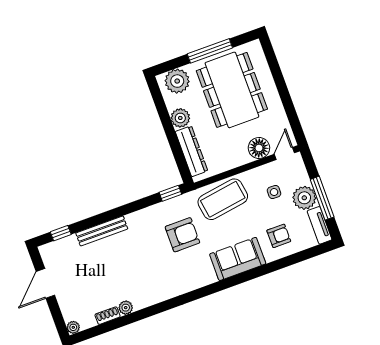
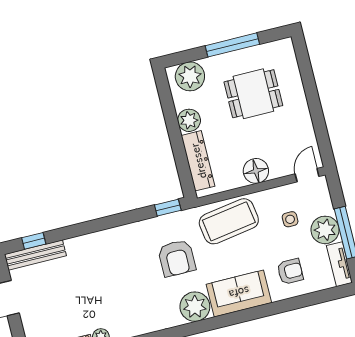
dining table: (232, 90) -> (253, 94), width x0.53, depth x0.80
floor lamp: (259, 148) -> (256, 171), moved
bench: (102, 231) -> (35, 255), moved
armchair: (182, 235) -> (177, 258), turned 90
plant: (202, 274) -> (195, 307), added

